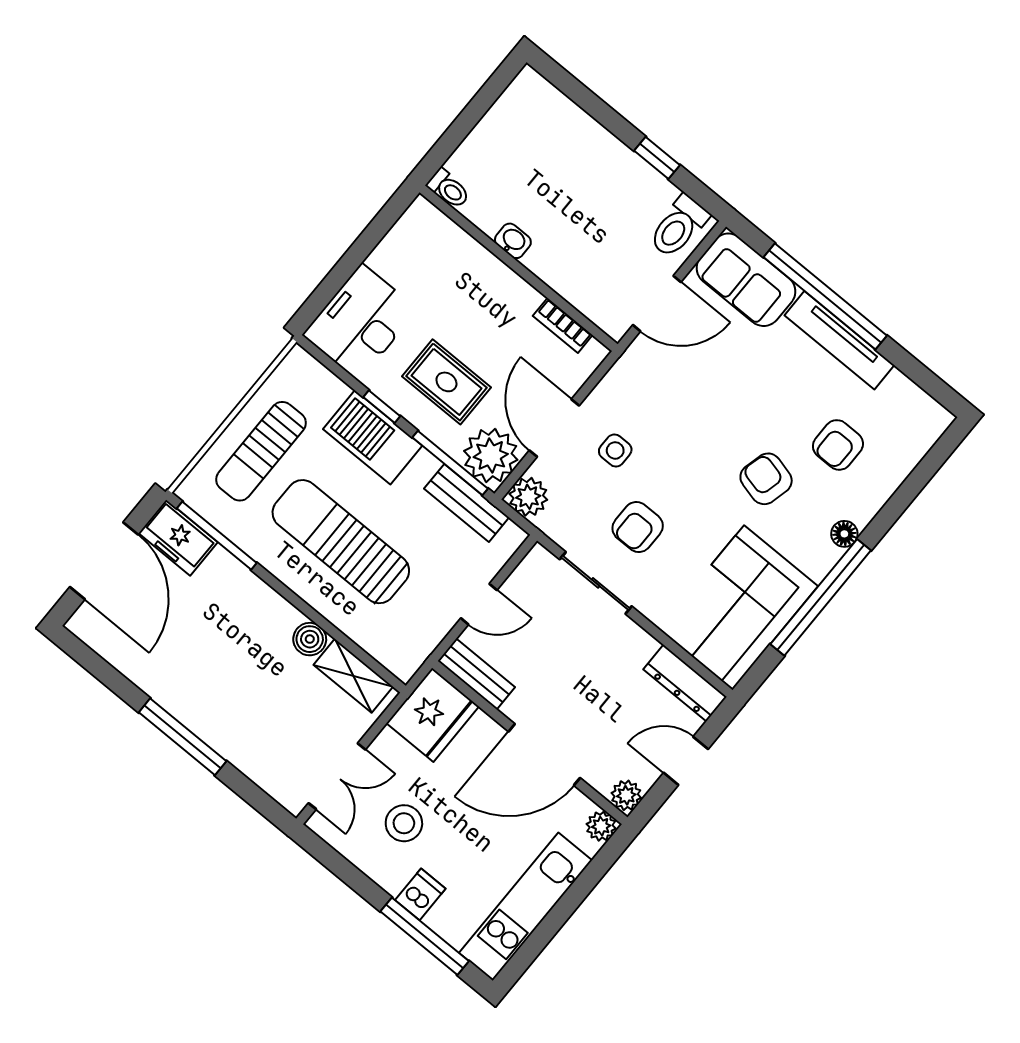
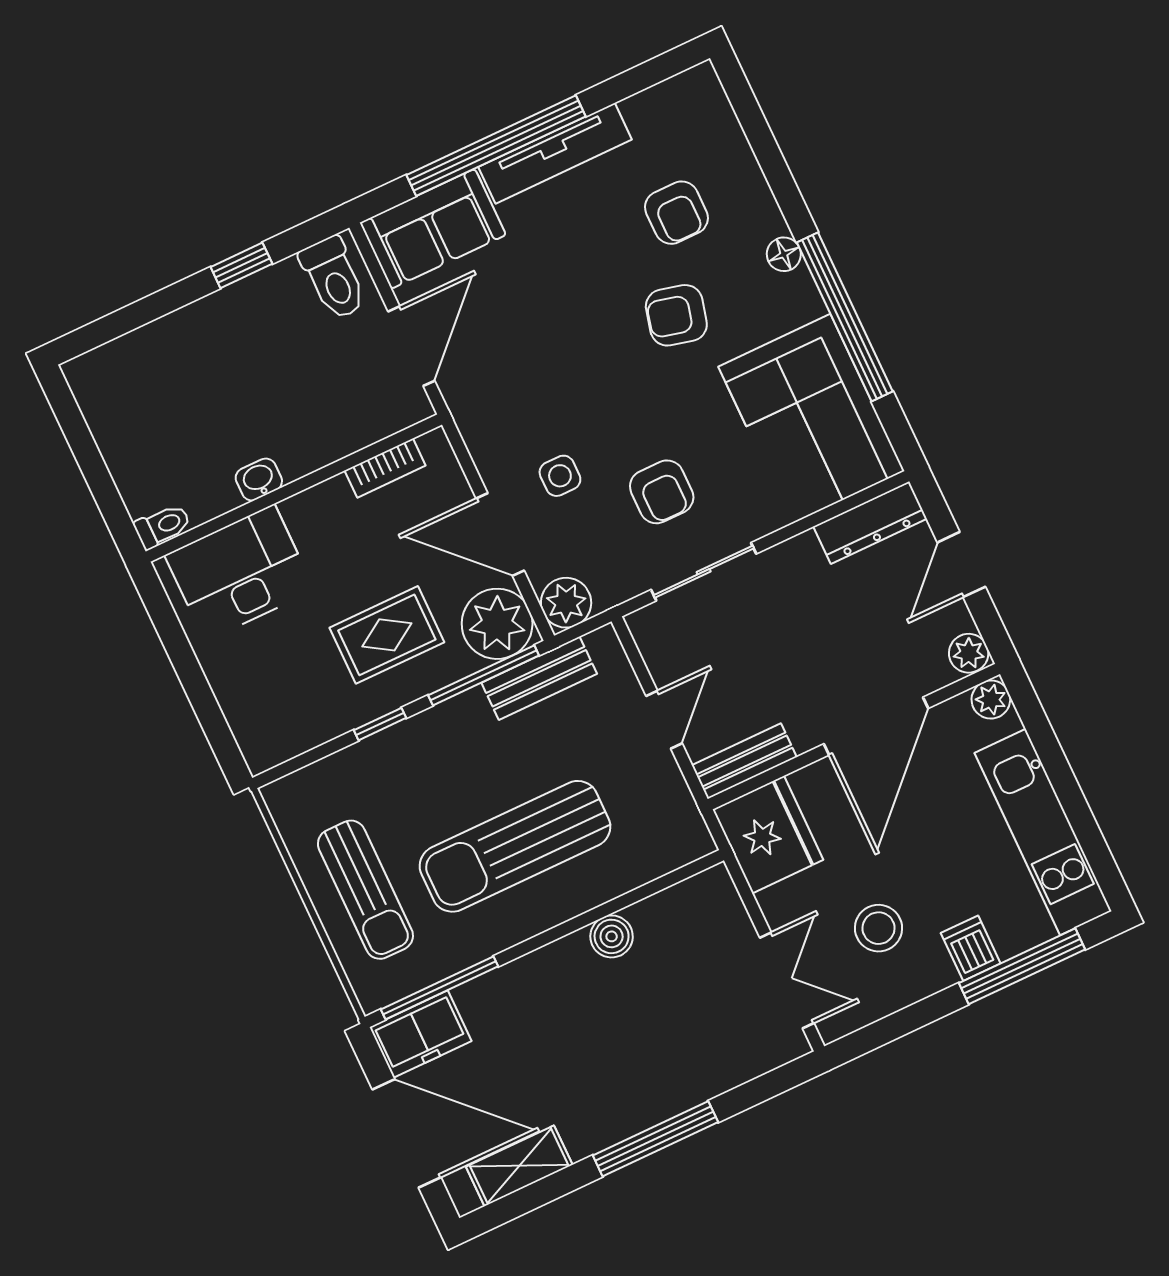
desk: (360, 322) -> (240, 573), moved, turned 90
barbecue: (373, 437) -> (411, 752), removed
shelving: (353, 676) -> (519, 1166), moved

